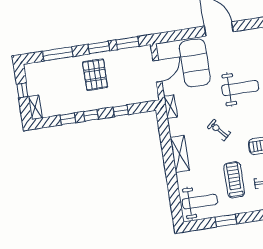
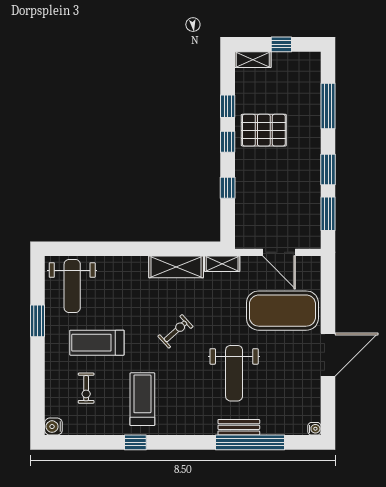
pallet: (95, 75) -> (264, 130), moved
shelving: (180, 154) -> (176, 267), moved
treadmill: (234, 180) -> (97, 343), turned 180

